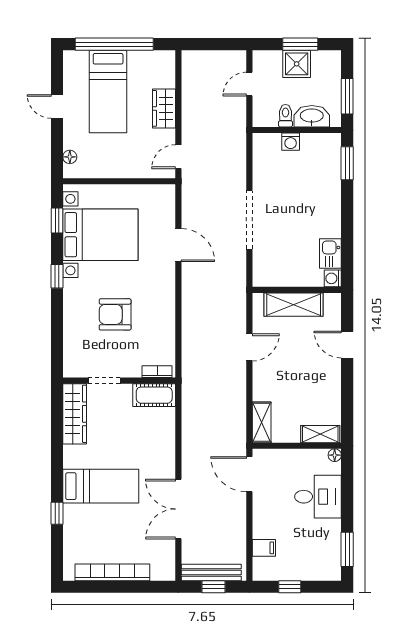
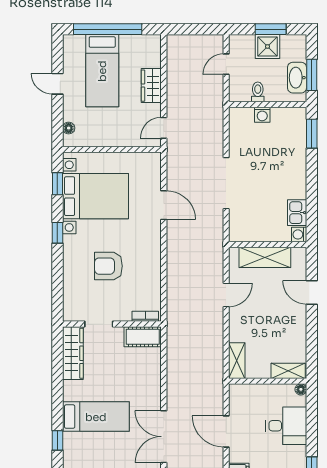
washbasin: (312, 116) -> (297, 78), moved, turned -90
door: (249, 474) -> (226, 432), moved

